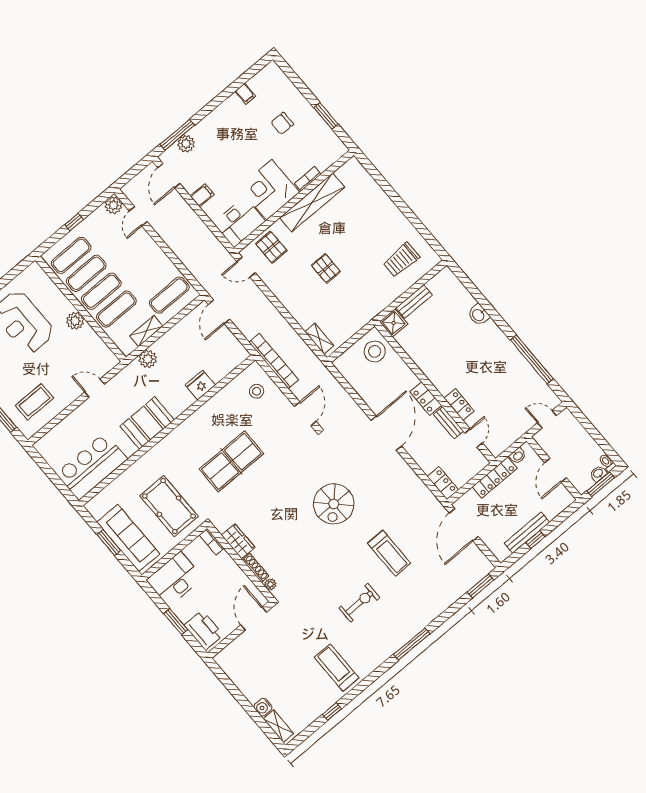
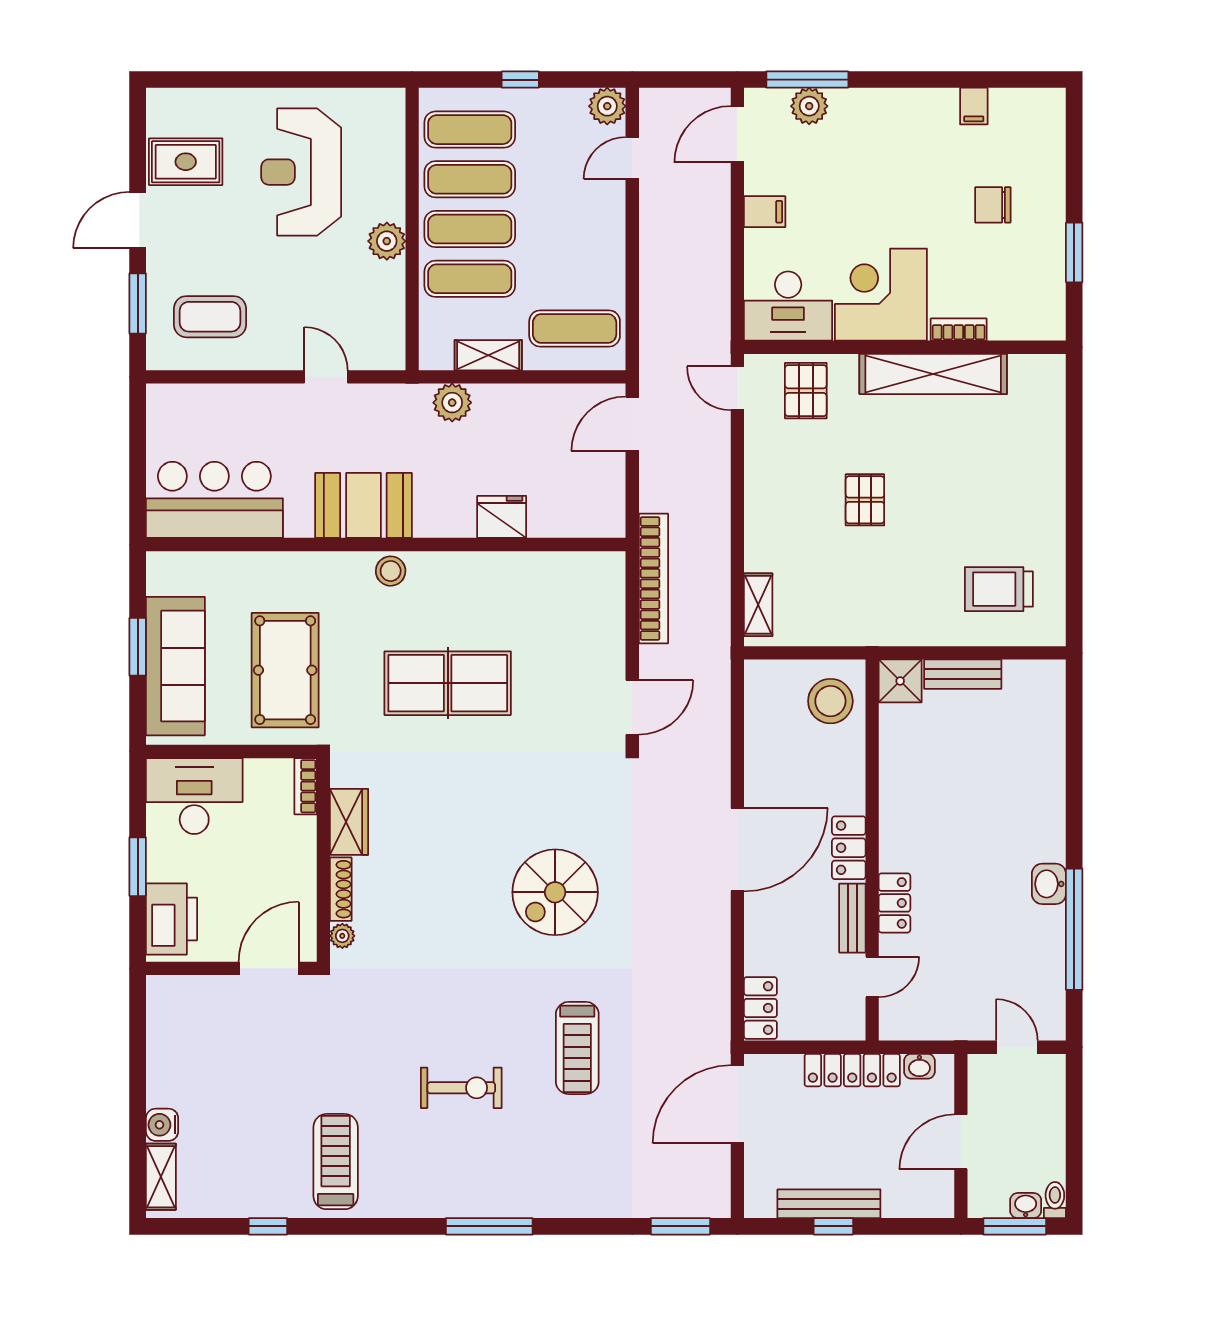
washbasin: (478, 315) -> (1049, 884), moved
stool: (257, 391) -> (391, 571), moved

